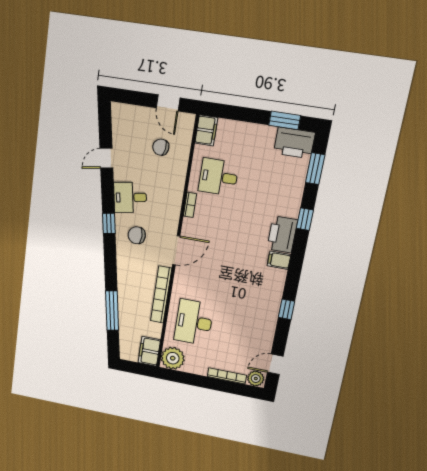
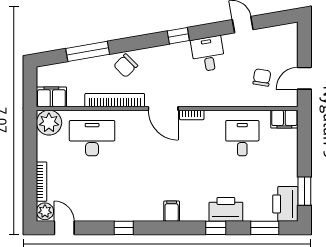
bookcase: (190, 205) -> (192, 115), moved
printer: (282, 234) -> (226, 209), moved
chair: (137, 235) -> (126, 66), moved, turned -135

